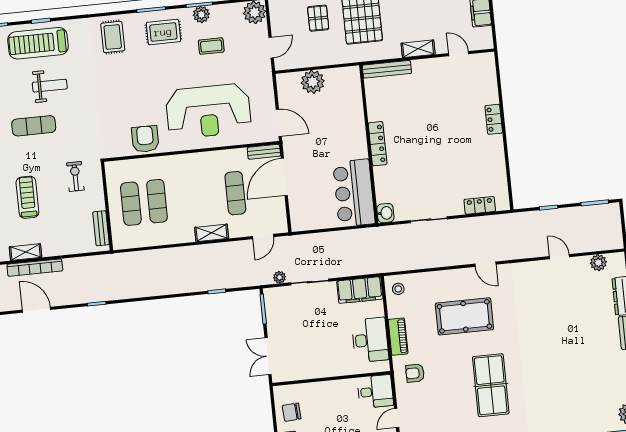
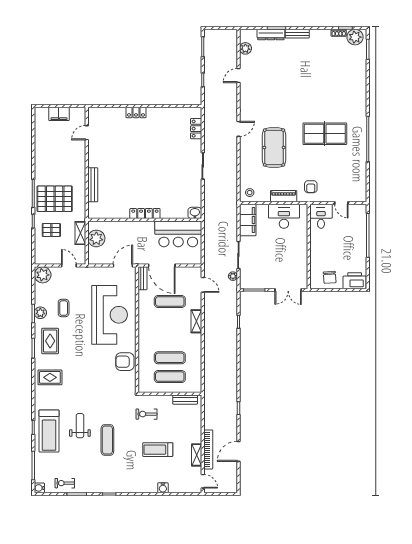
shelving: (418, 49) -> (80, 233), moved
wall: (369, 144) -> (145, 220), moved
locker: (378, 144) -> (145, 214), moved
bar counter: (354, 193) -> (178, 234), moved
washbasin: (385, 213) -> (195, 213), moved

